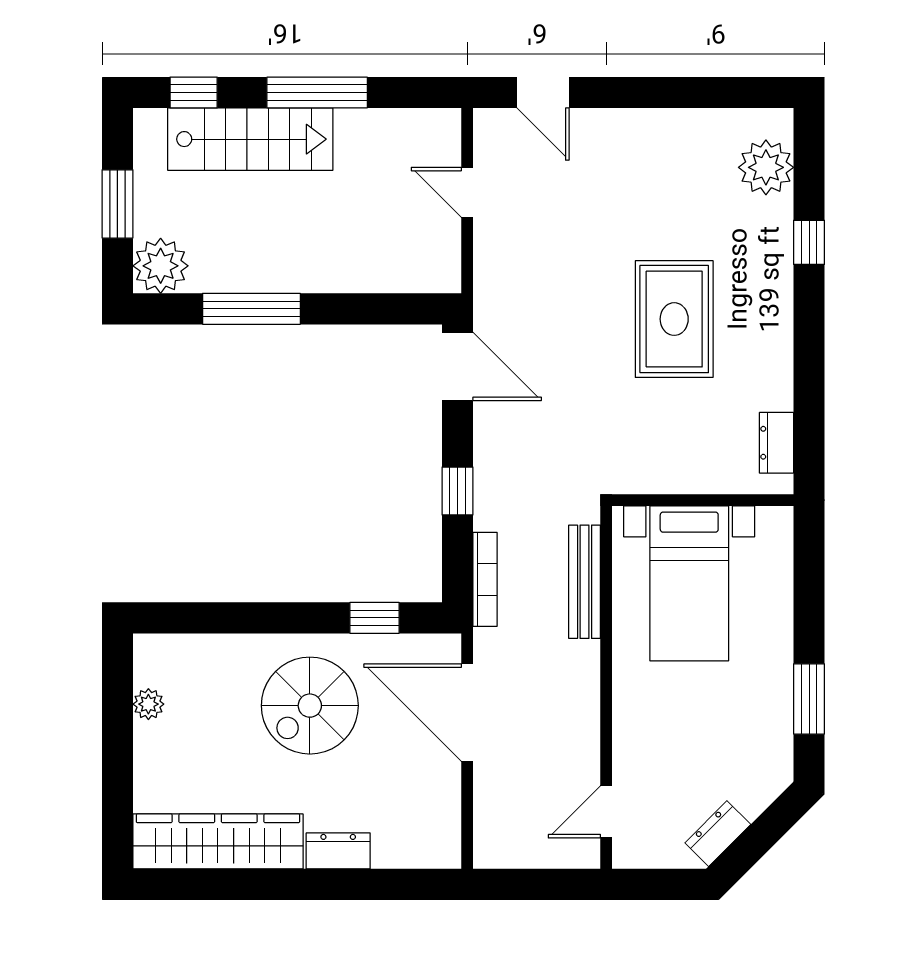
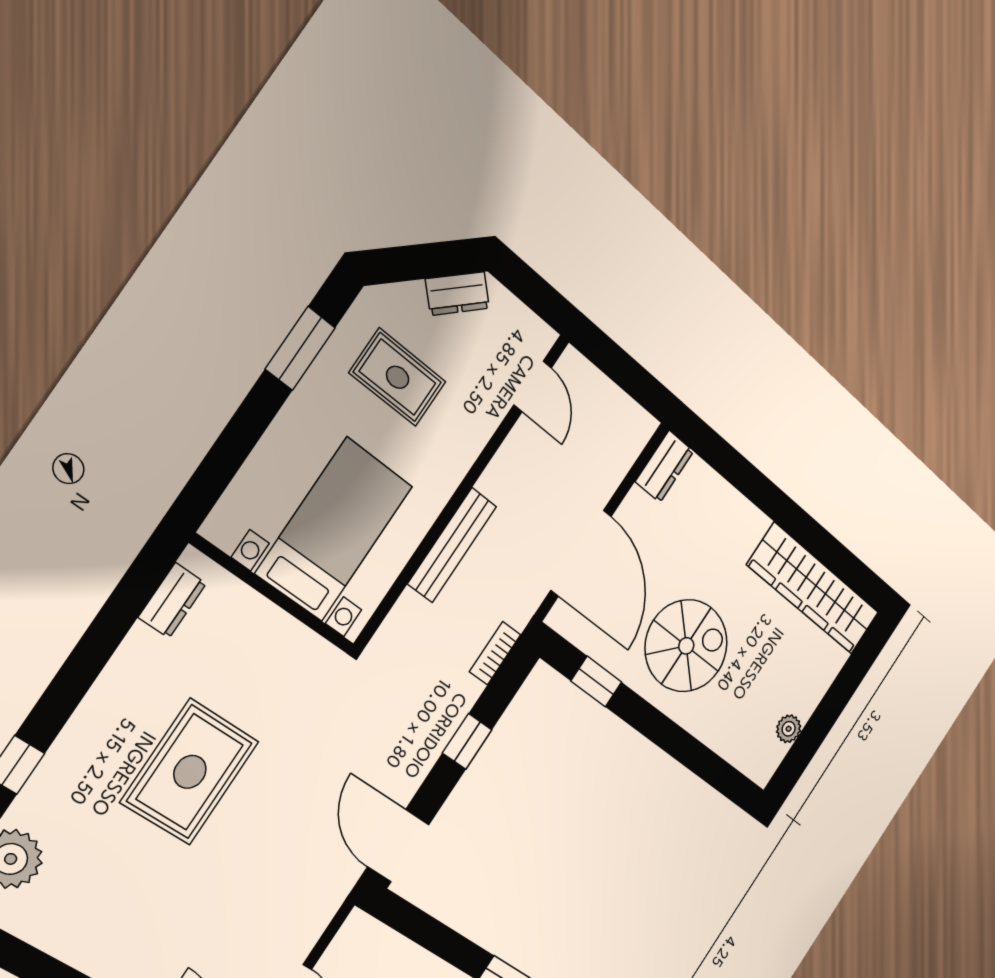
bookcase: (485, 579) -> (495, 653), width x0.64
bench: (585, 582) -> (452, 545), moved
rug: (720, 735) -> (398, 377), added
door: (606, 812) -> (533, 386), hinge flipped
dresser: (338, 851) -> (664, 466), moved, turned -90

